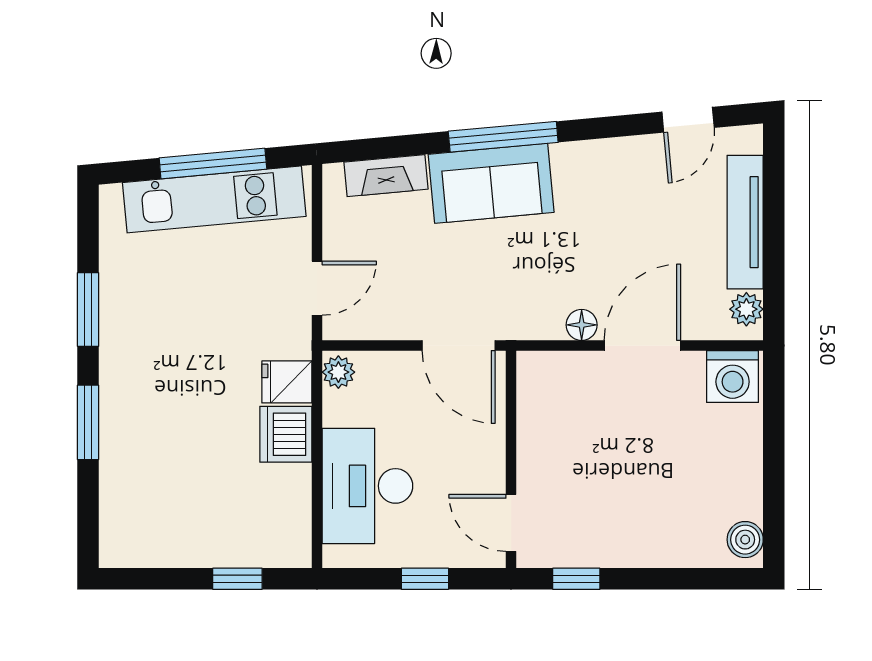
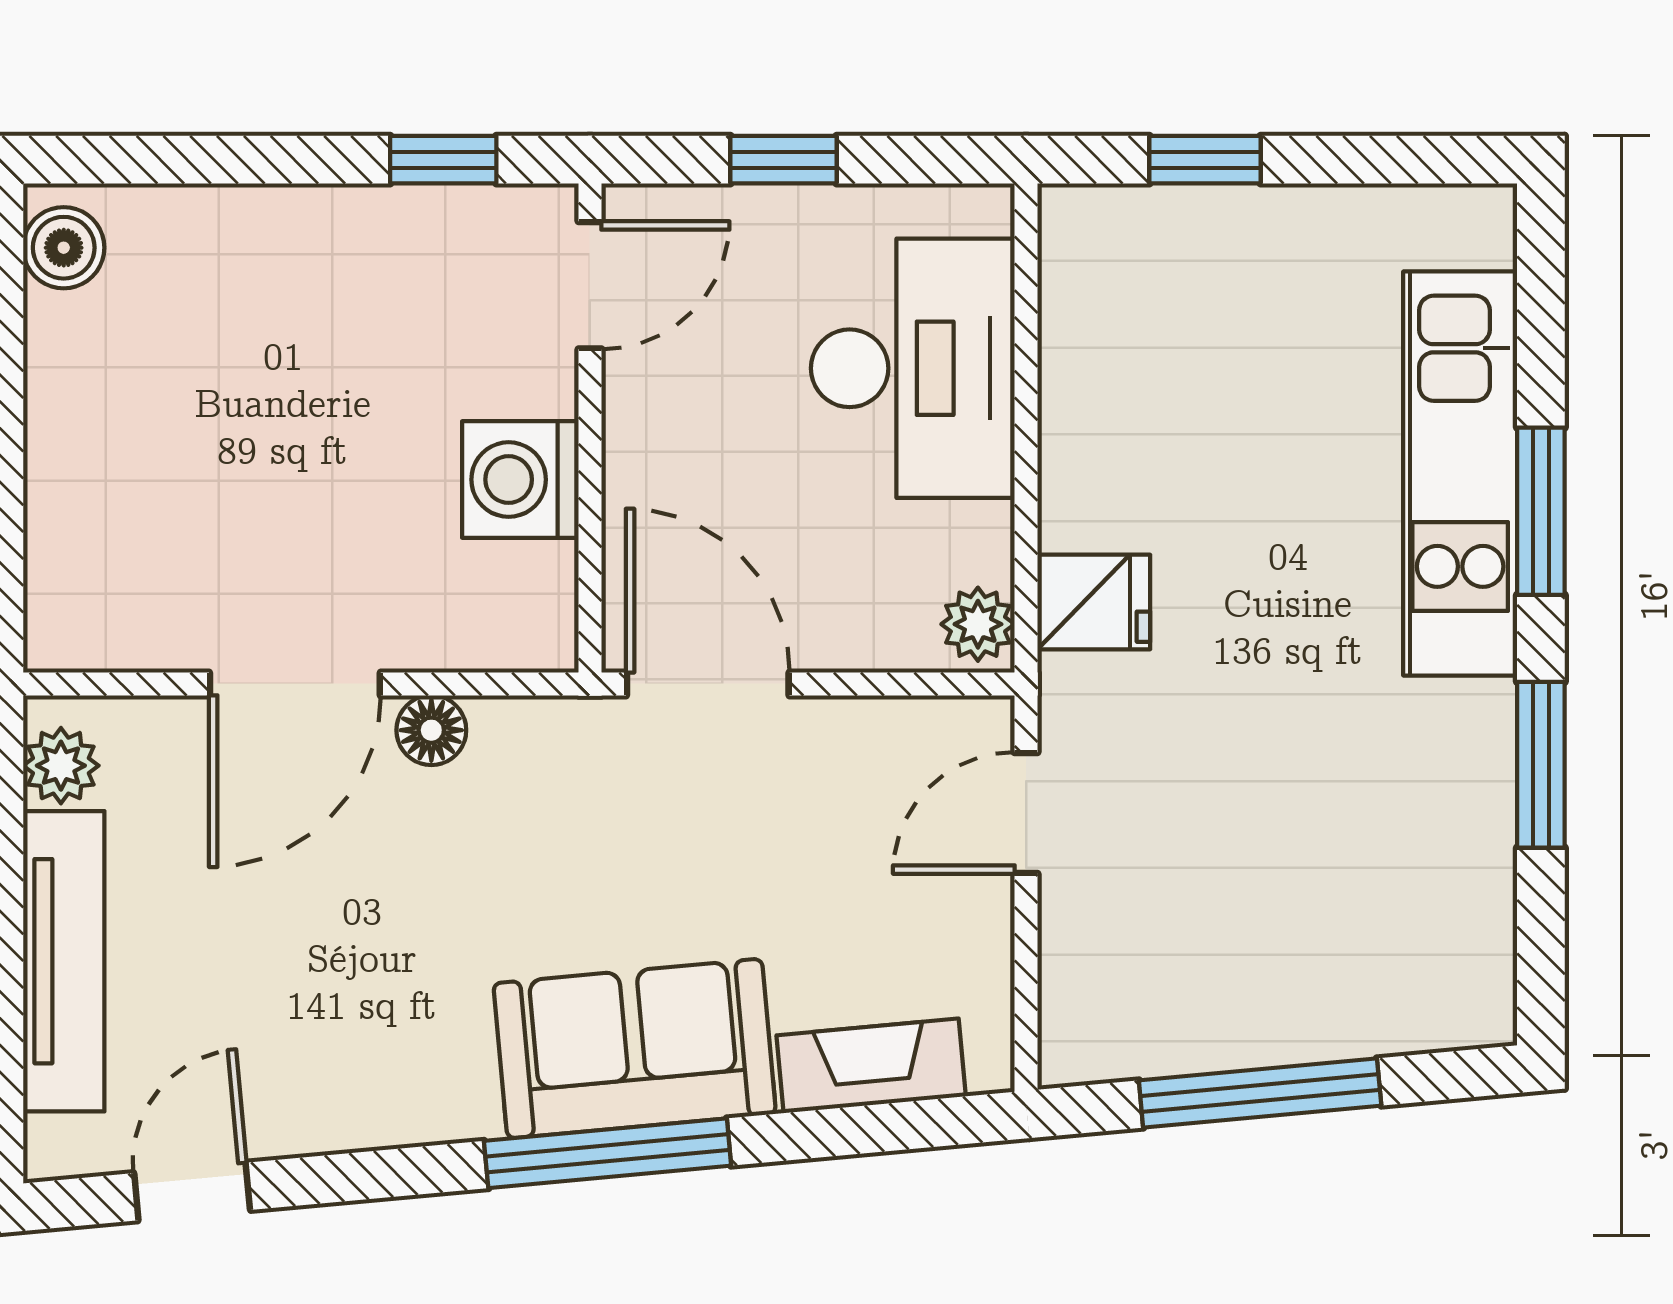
kitchen unit: (214, 199) -> (1460, 474), moved, turned -85
washing machine: (733, 376) -> (520, 480), moved, turned -90
dishwasher: (286, 434) -> (1096, 484), removed
door: (511, 523) -> (590, 285), hinge flipped

